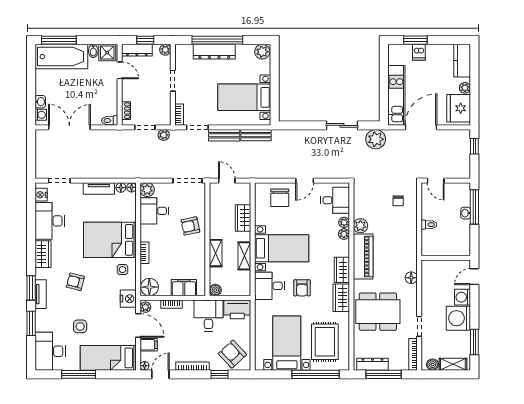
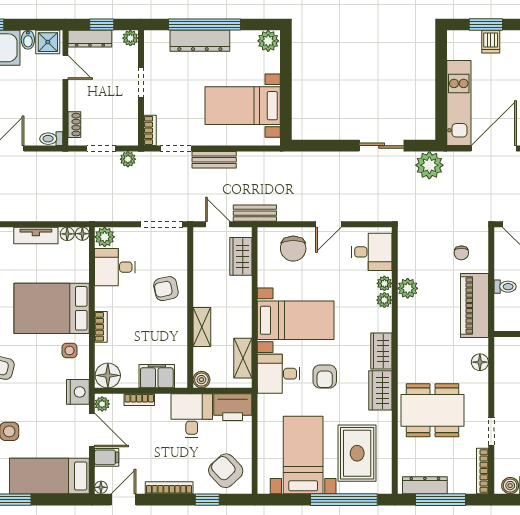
bench: (256, 135) -> (255, 213), moved
wardrobe: (243, 218) -> (241, 256), moved
shelving: (244, 256) -> (243, 358), moved
piano: (363, 257) -> (474, 306), moved, turned 180

